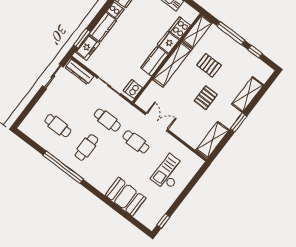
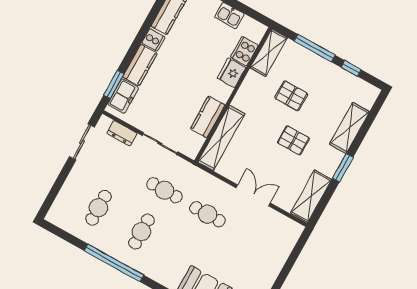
kitchen counter: (154, 61) -> (208, 117), moved
shelving: (172, 64) -> (221, 138), moved
dresser: (79, 72) -> (122, 133), width x0.70
dishwasher: (133, 89) -> (193, 143), removed
pallet: (206, 98) -> (293, 140), turned 90
double door: (156, 122) -> (253, 195), moved
cafe table: (58, 126) -> (98, 208), turned 90
checkout: (169, 173) -> (258, 249), removed

